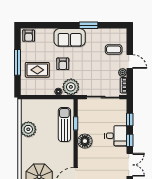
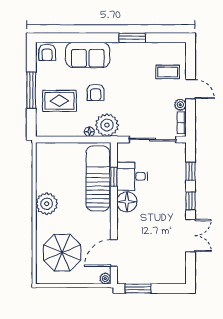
sofa: (70, 37) -> (88, 55), moved
sun lounger: (64, 125) -> (98, 178), width x1.36, depth x1.34
plant: (28, 129) -> (47, 204), moved
desk: (116, 136) -> (132, 176), moved, turned 180

